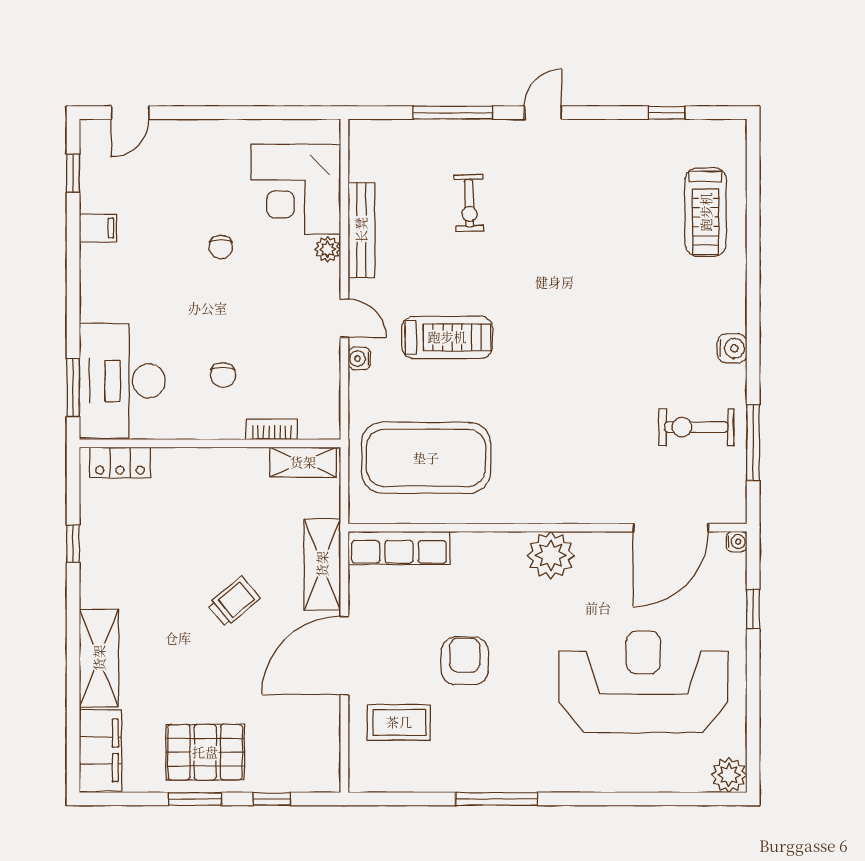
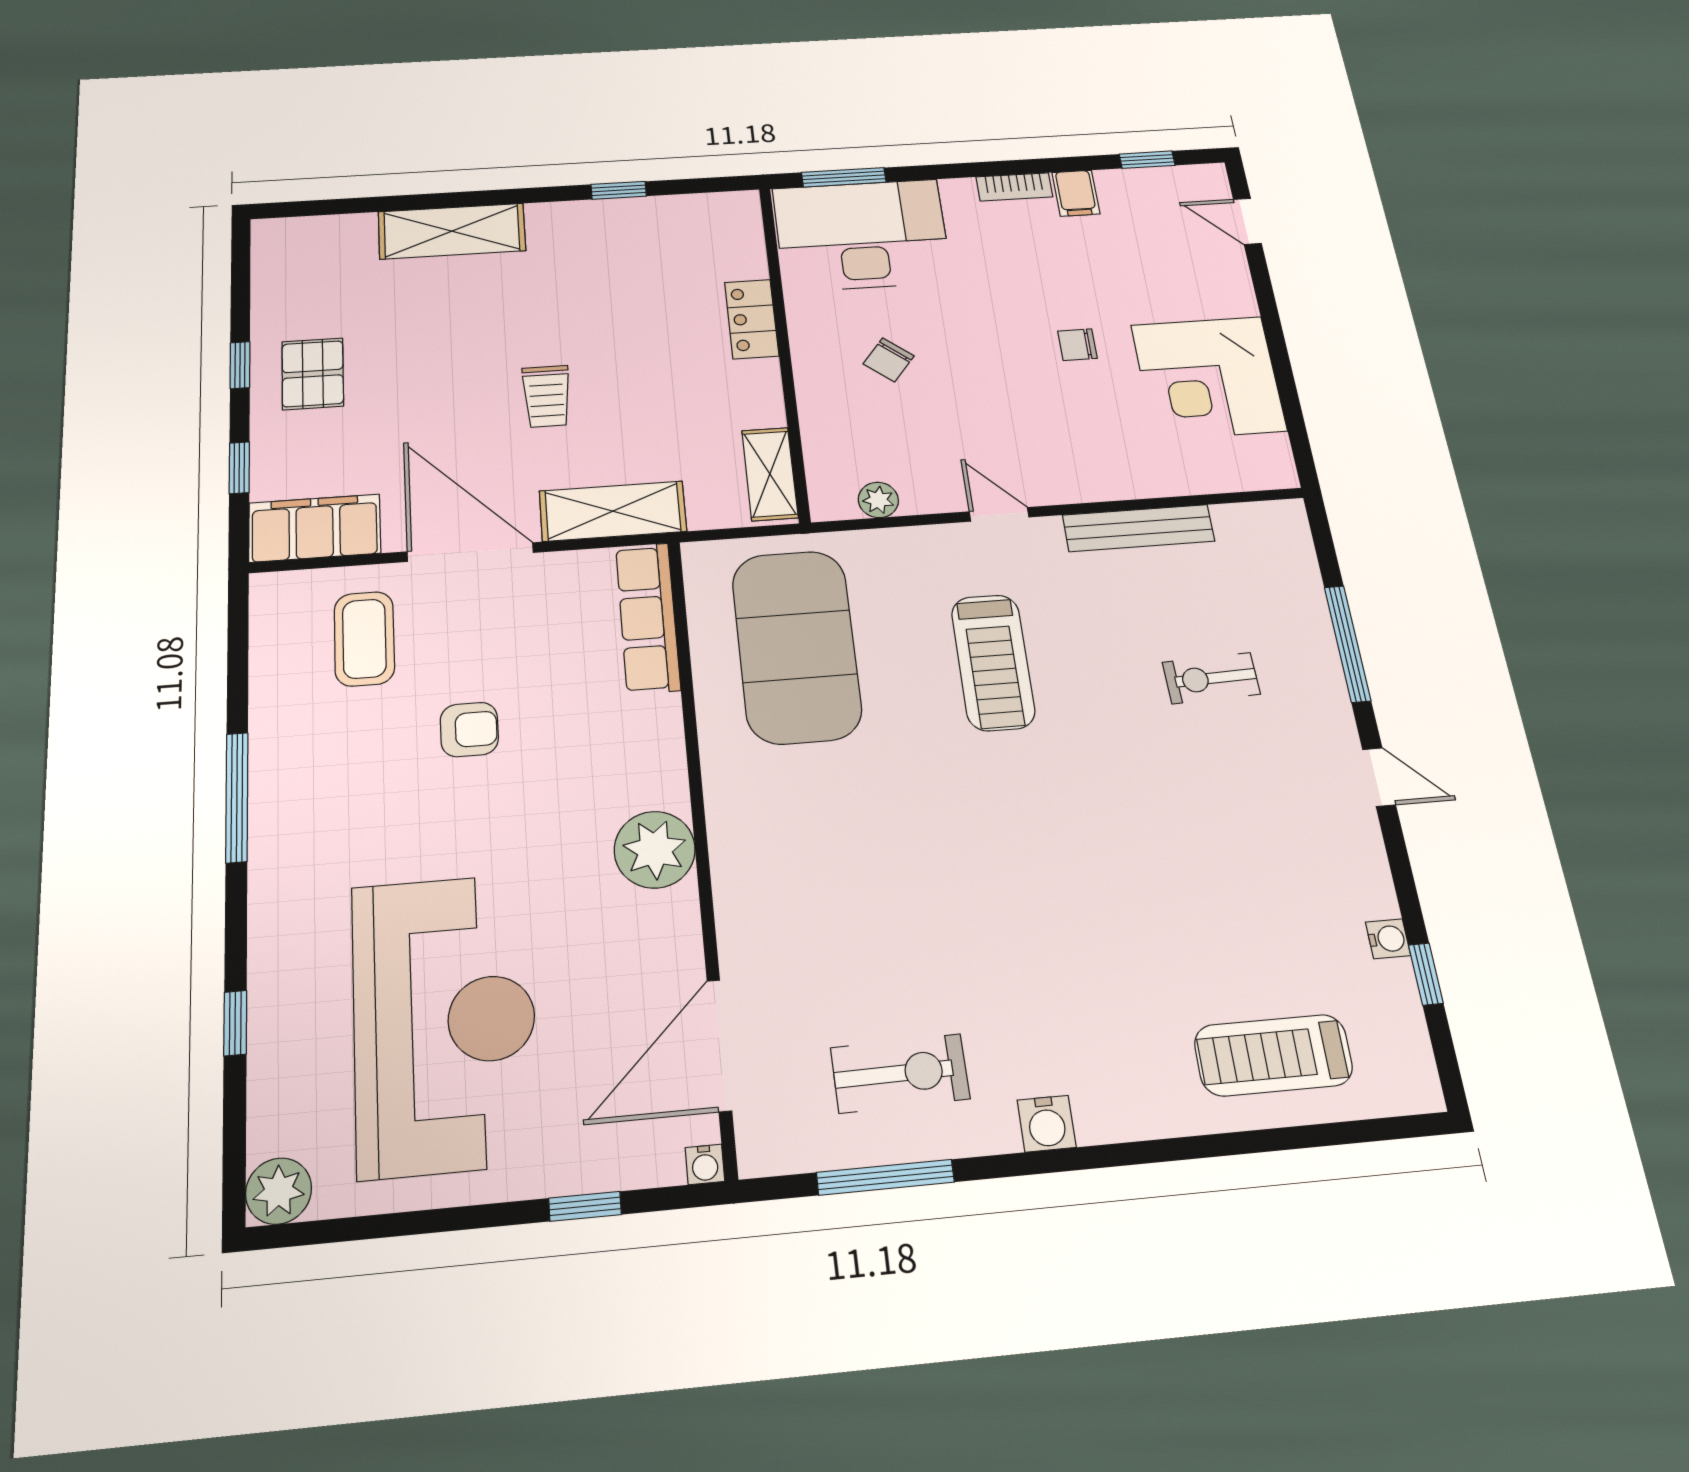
corner desk: (296, 189) -> (1208, 378), moved, turned -90
plant: (328, 249) -> (878, 500), moved
door: (344, 318) -> (999, 514), swing flipped
water cooler: (359, 359) -> (1388, 939), moved, turned 90
chair: (223, 375) -> (889, 360), turned -51
exercise bike: (696, 427) -> (900, 1073), turned 89
bookcase: (272, 429) -> (1014, 187), moved, turned 90
locker: (120, 462) -> (752, 319), moved
door: (671, 528) -> (719, 1045), hinge flipped
trolley: (234, 602) -> (547, 396), turned 40
armchair: (465, 661) -> (469, 730), width x0.72, depth x0.72
filing cabinet: (100, 750) -> (315, 528), moved, turned 180
pallet: (205, 752) -> (313, 374), width x0.67, depth x0.71
window: (195, 799) -> (240, 365), width x0.67
window: (633, 799) -> (235, 1023), added

